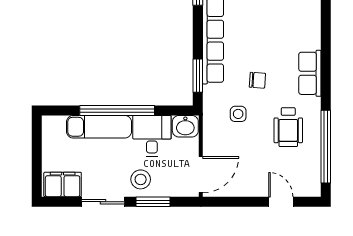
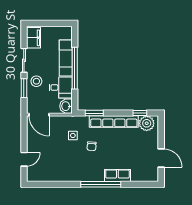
row of seats: (310, 73) -> (117, 175), moved
wheelchair: (288, 127) -> (65, 163), removed
window: (326, 147) -> (101, 184), moved

